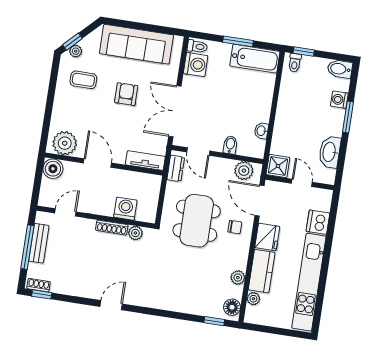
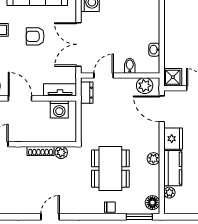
armchair: (126, 94) -> (35, 36), turned -90
door: (198, 151) -> (104, 75), swing flipped
washing machine: (125, 209) -> (59, 109), moved, turned 180
dining table: (197, 221) -> (110, 169), moved
chair: (235, 227) -> (110, 207), moved
plant: (238, 278) -> (153, 159), moved
window: (214, 321) -> (139, 217), width x1.50

